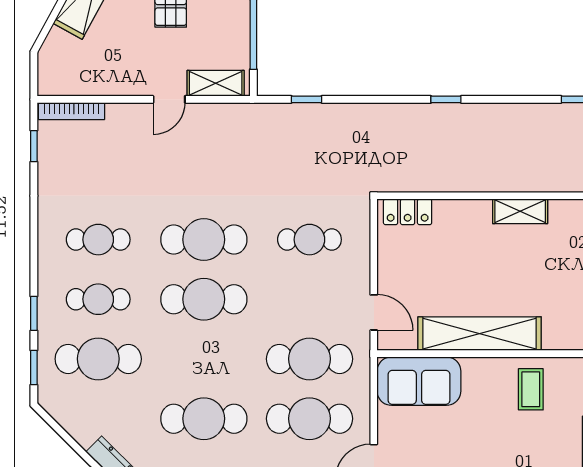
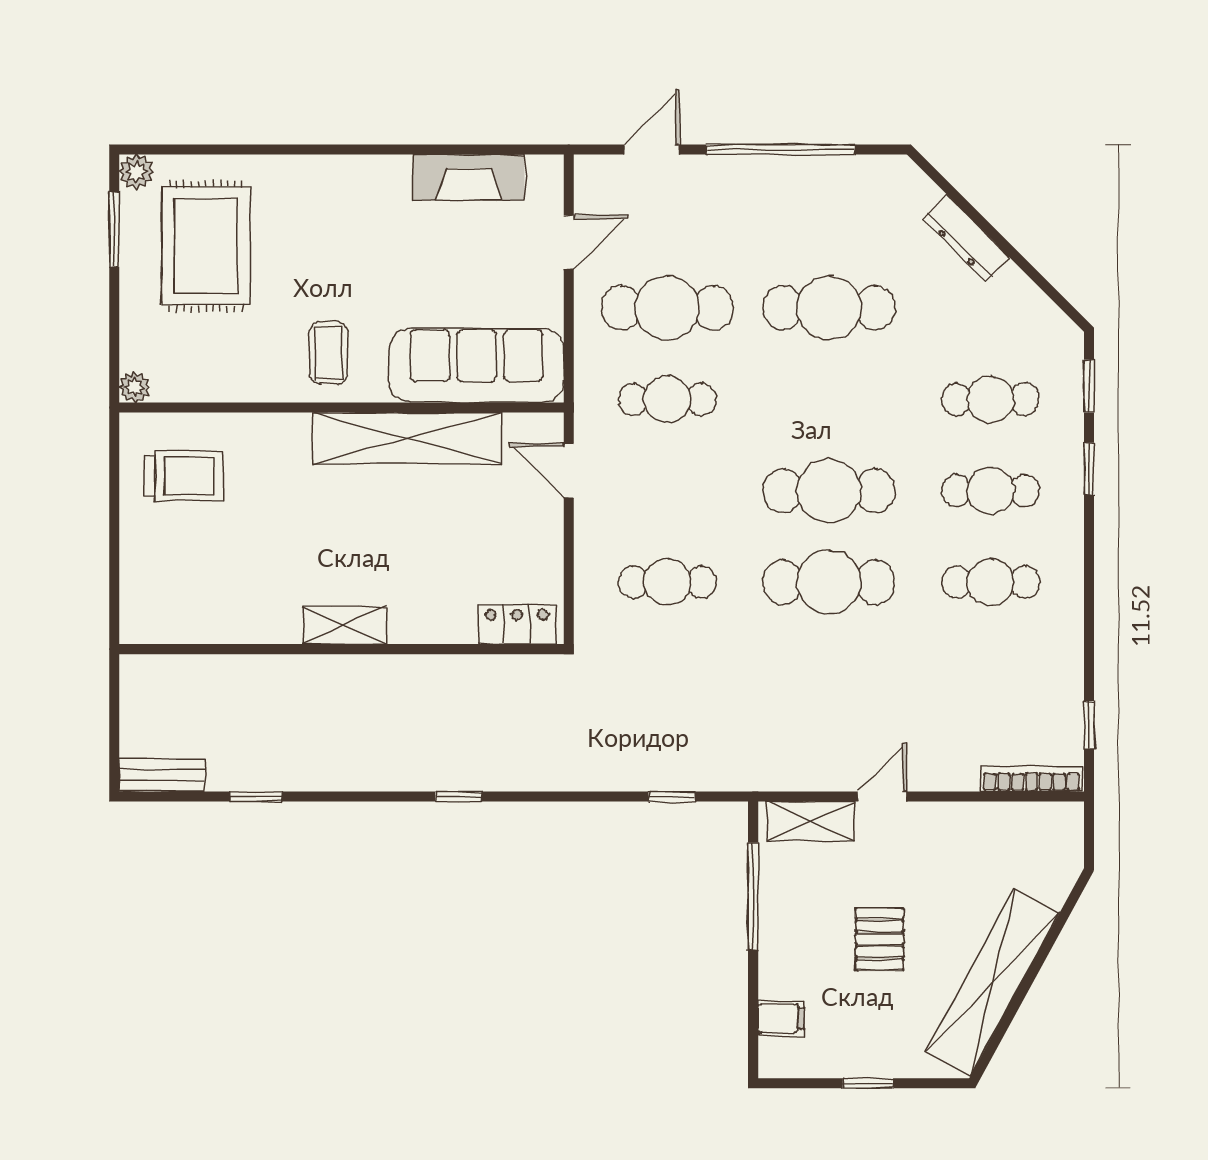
cafe table: (98, 359) -> (991, 399), width x0.73, depth x0.74
cafe table: (309, 359) -> (667, 399), width x0.73, depth x0.74
sofa: (419, 381) -> (476, 365), width x1.36

